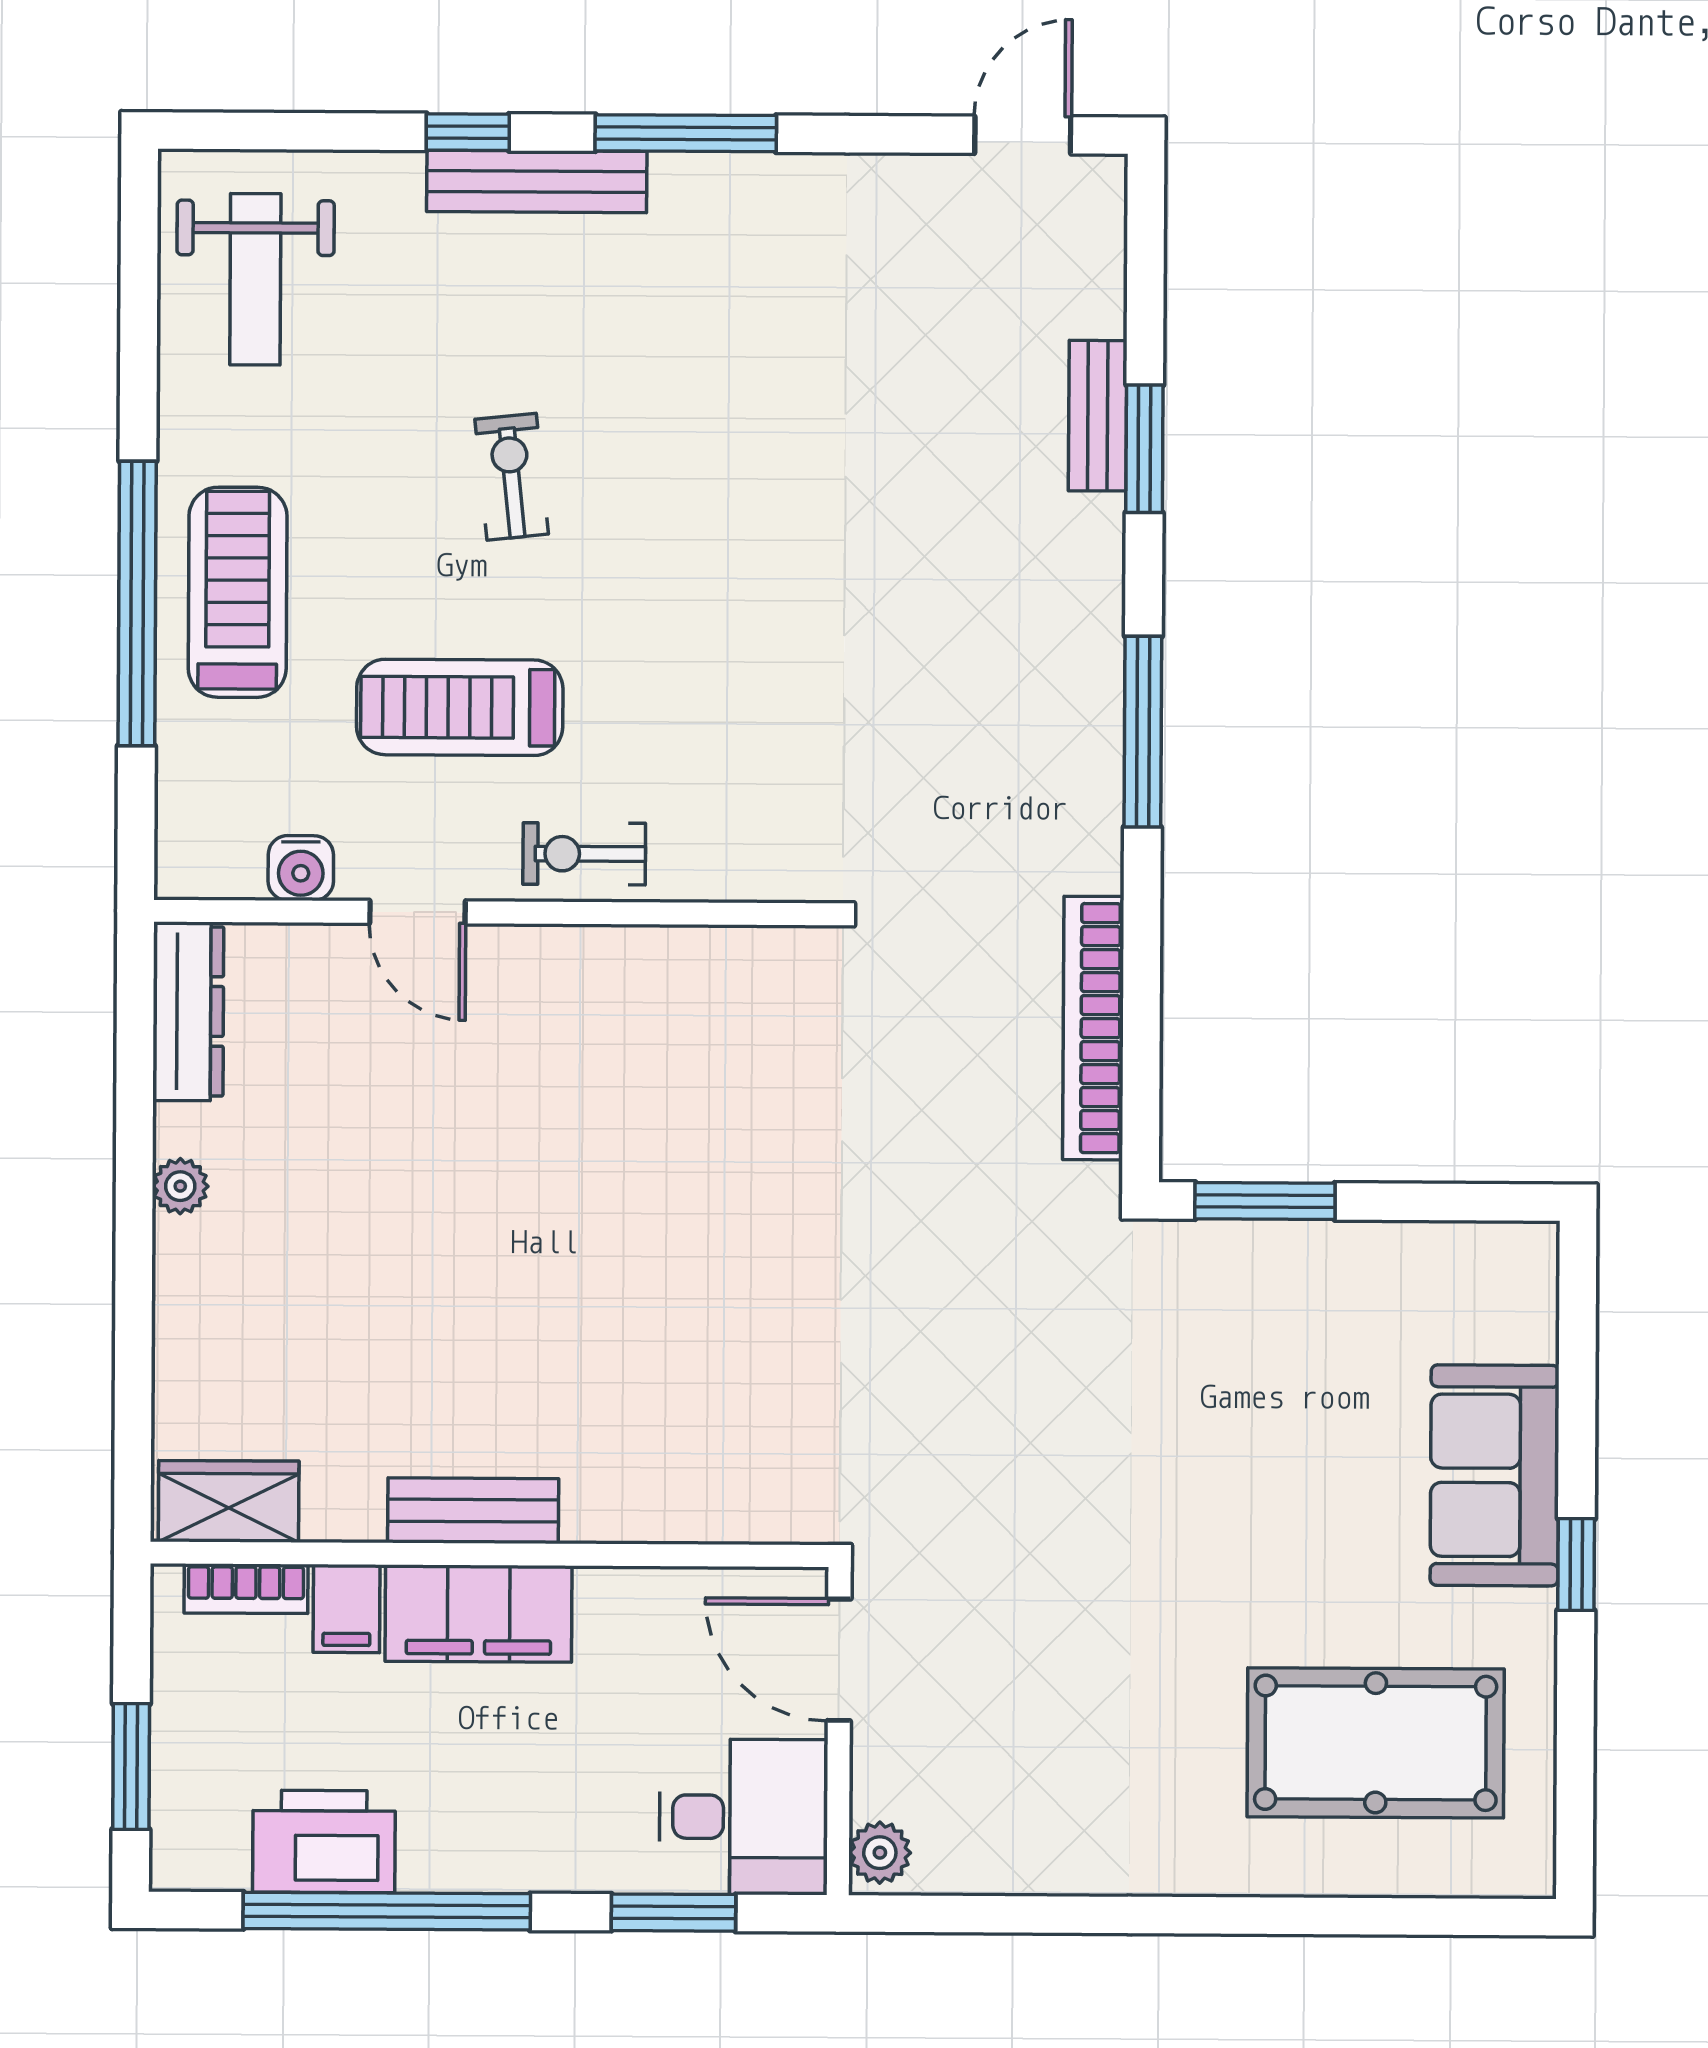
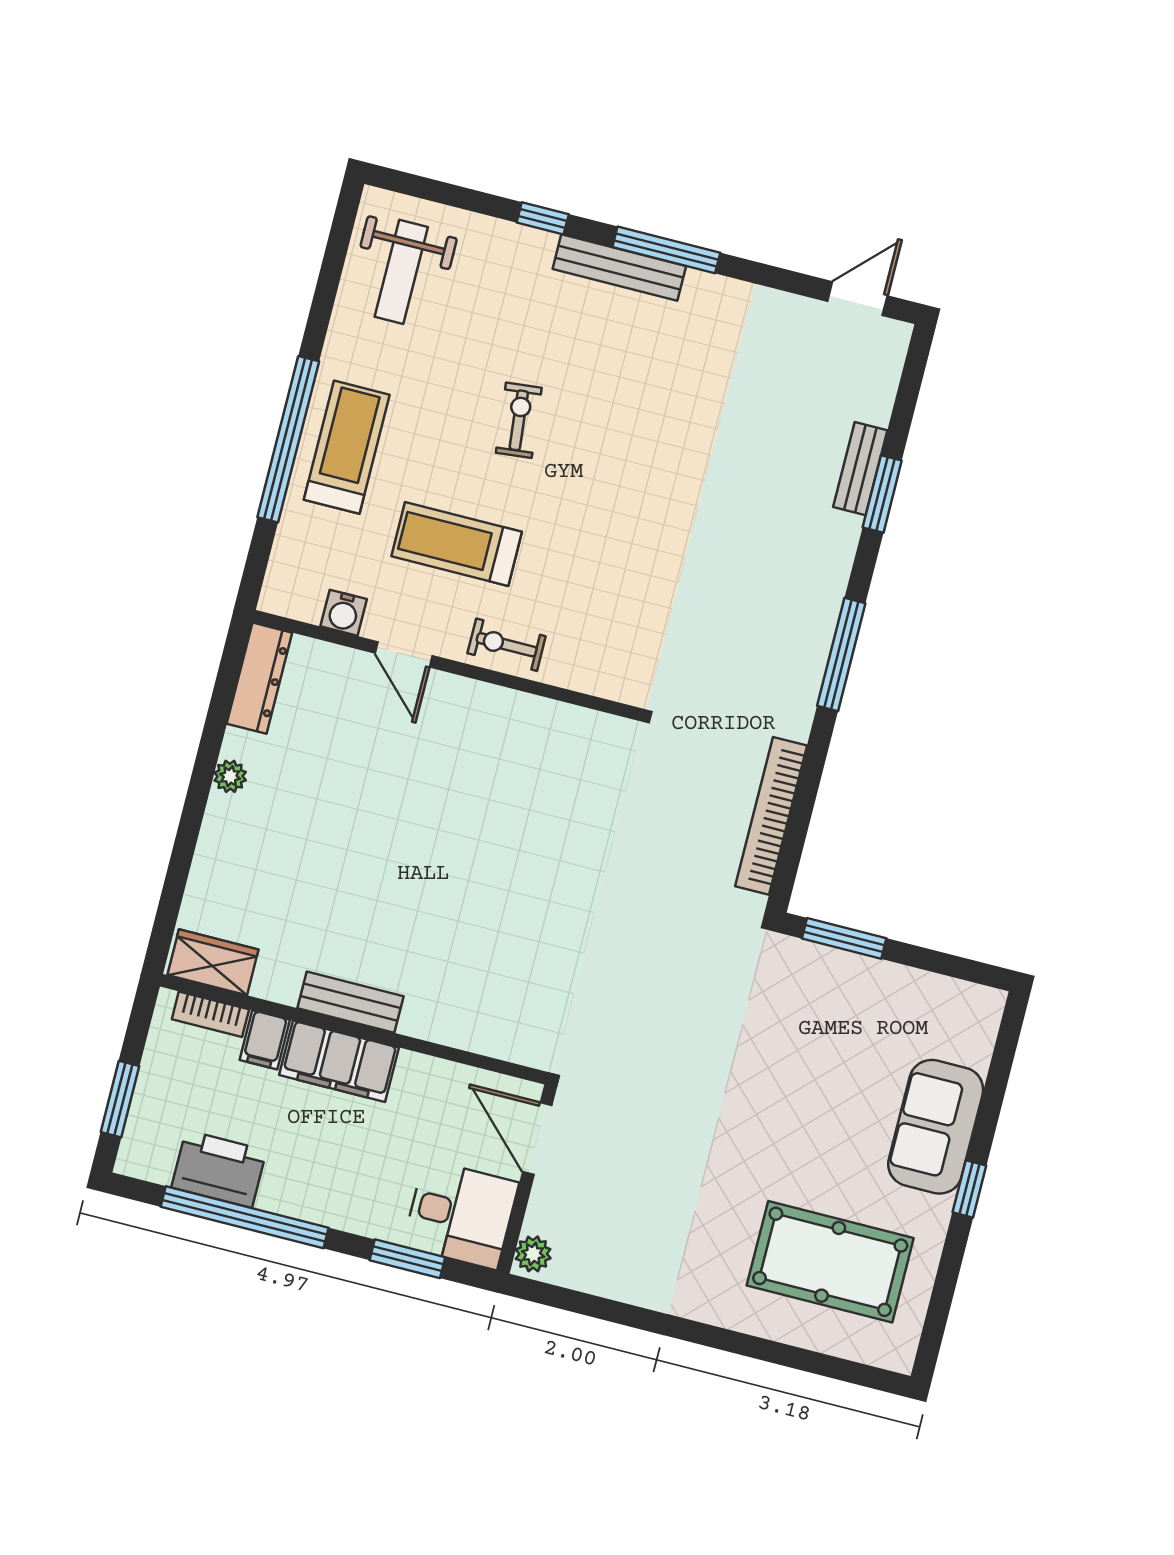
bench: (537, 181) -> (619, 268), moved

